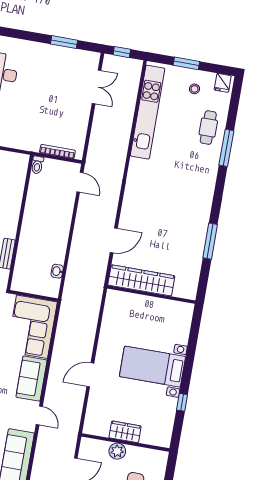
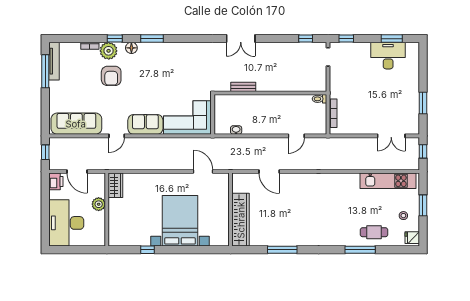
kitchen unit: (148, 112) -> (388, 181), width x0.73
door: (80, 182) -> (296, 136), moved
wardrobe: (141, 280) -> (241, 220), moved
bed with nightstands: (152, 367) -> (180, 221), width x1.36
door: (90, 375) -> (203, 172), moved
wardrobe: (125, 432) -> (115, 185), moved

